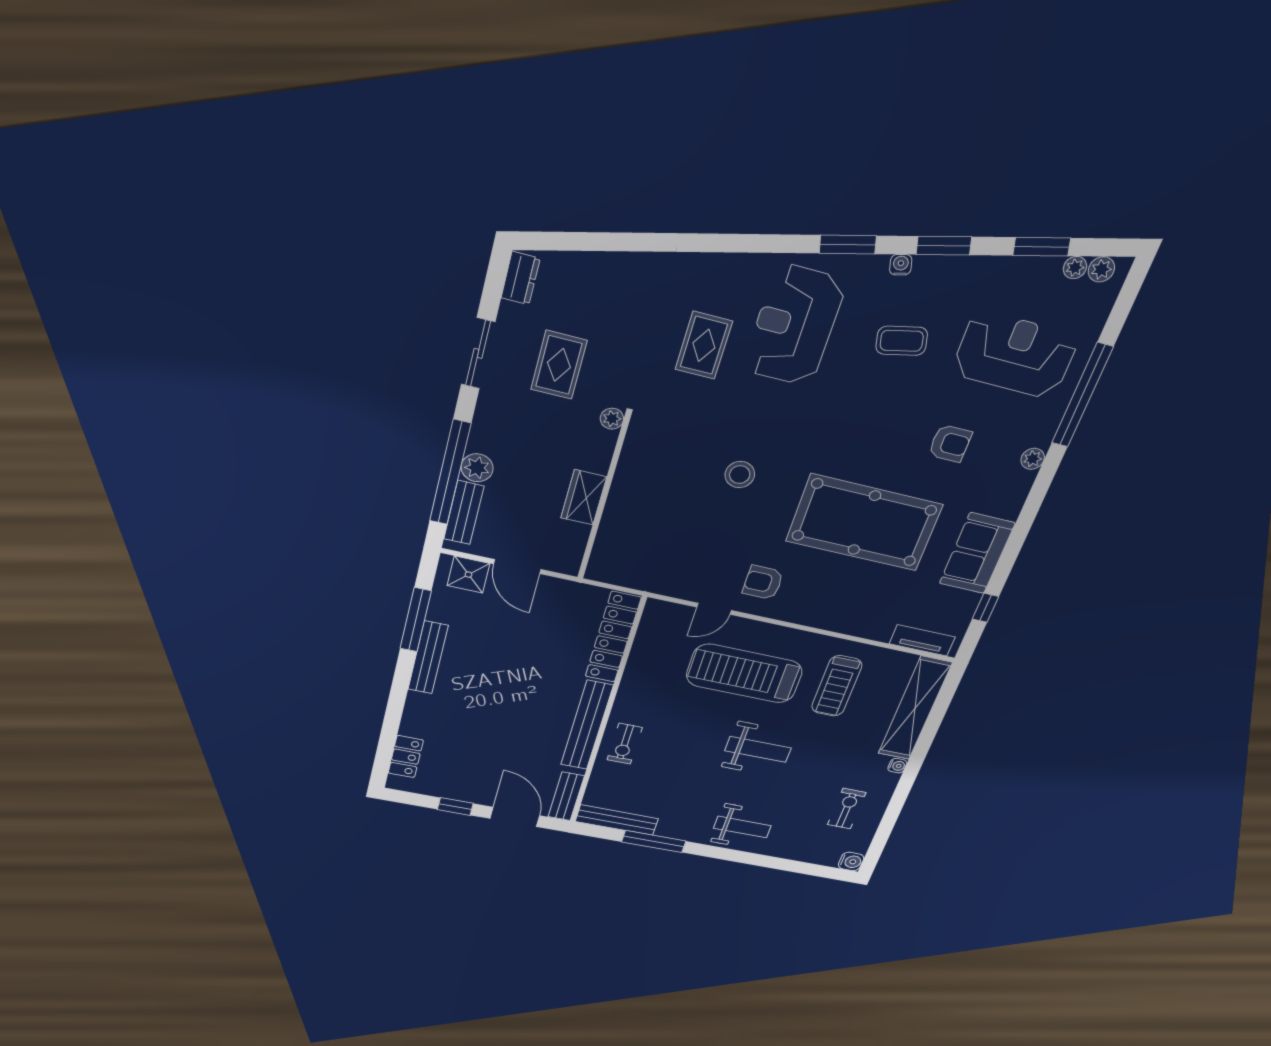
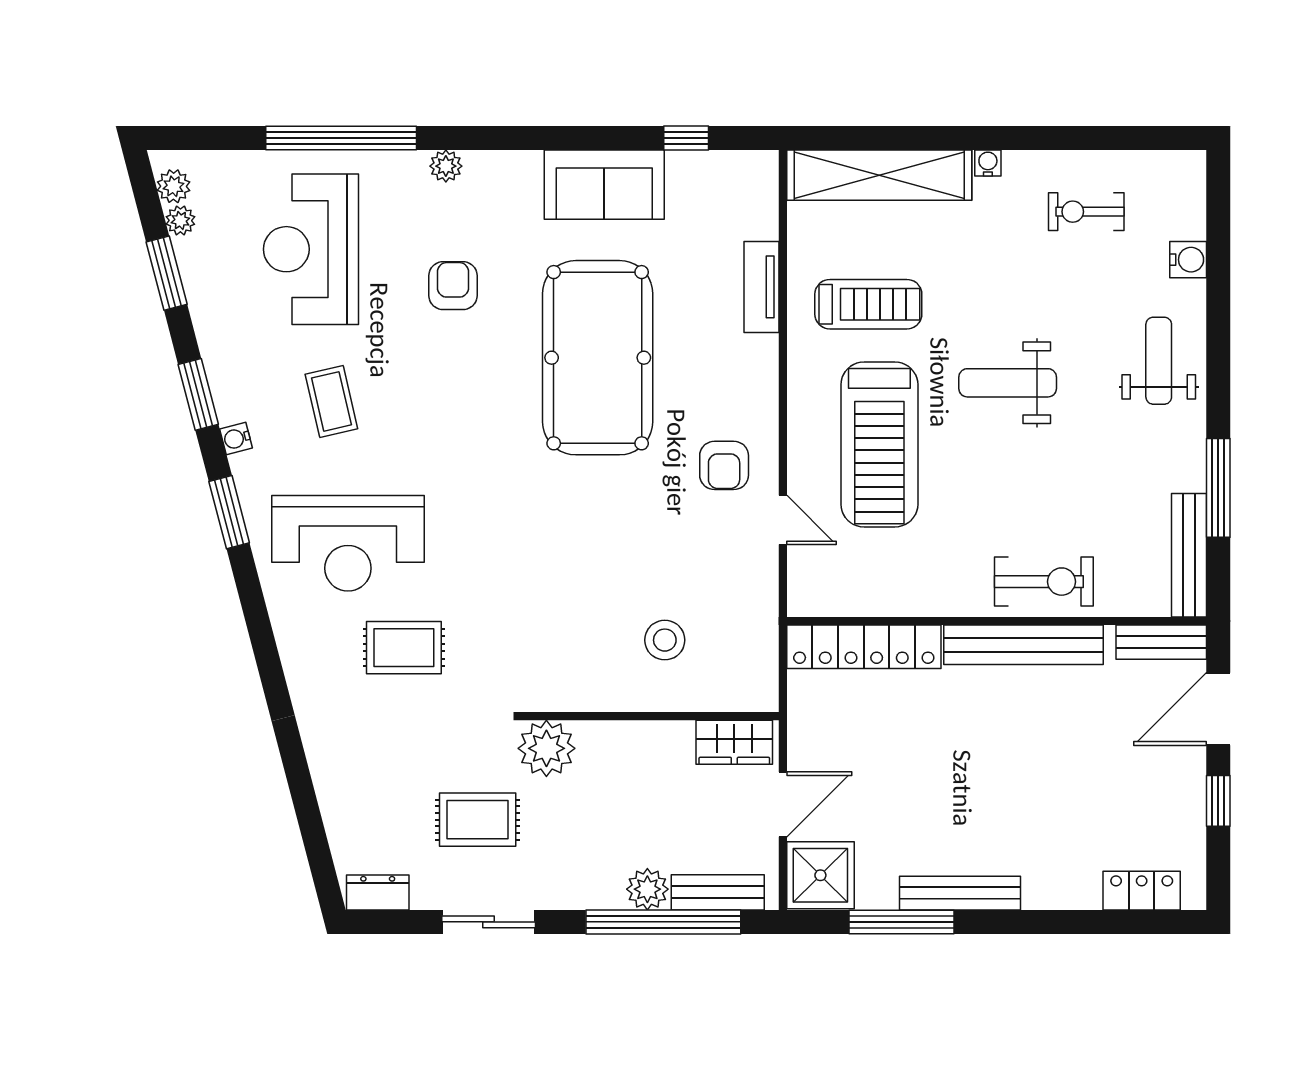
plant: (612, 419) -> (546, 748), width x1.88, depth x1.88
stool: (740, 475) -> (665, 640), moved
wardrobe: (584, 497) -> (734, 742), moved
shower: (468, 575) -> (820, 875), width x1.36, depth x1.36
tv unit: (922, 640) -> (761, 287), moved
exercise bike: (625, 744) -> (1044, 582), width x1.38, depth x1.39
weight bench: (758, 749) -> (1008, 383), turned -90
water cooler: (851, 861) -> (1188, 260), moved, turned 90

